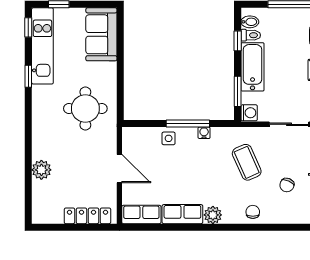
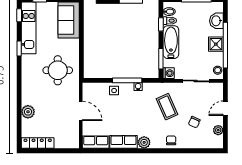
locker: (87, 216) -> (38, 143), moved

